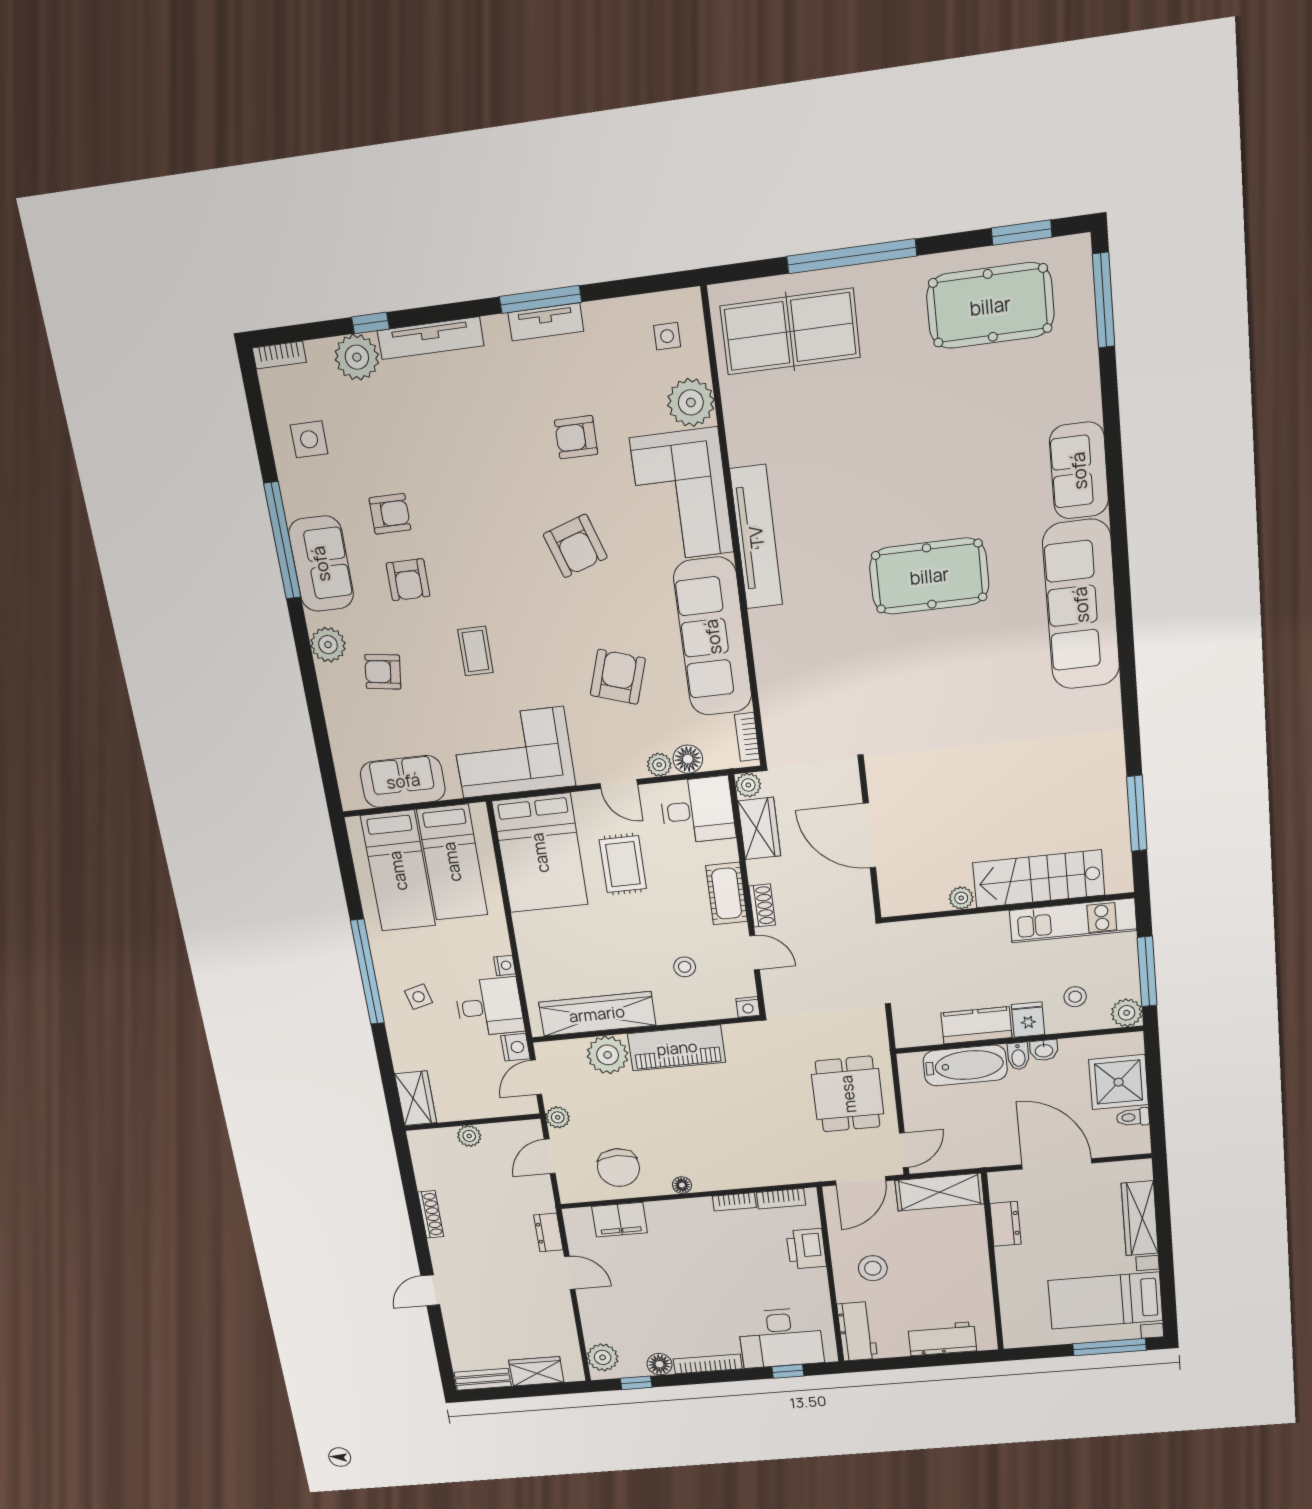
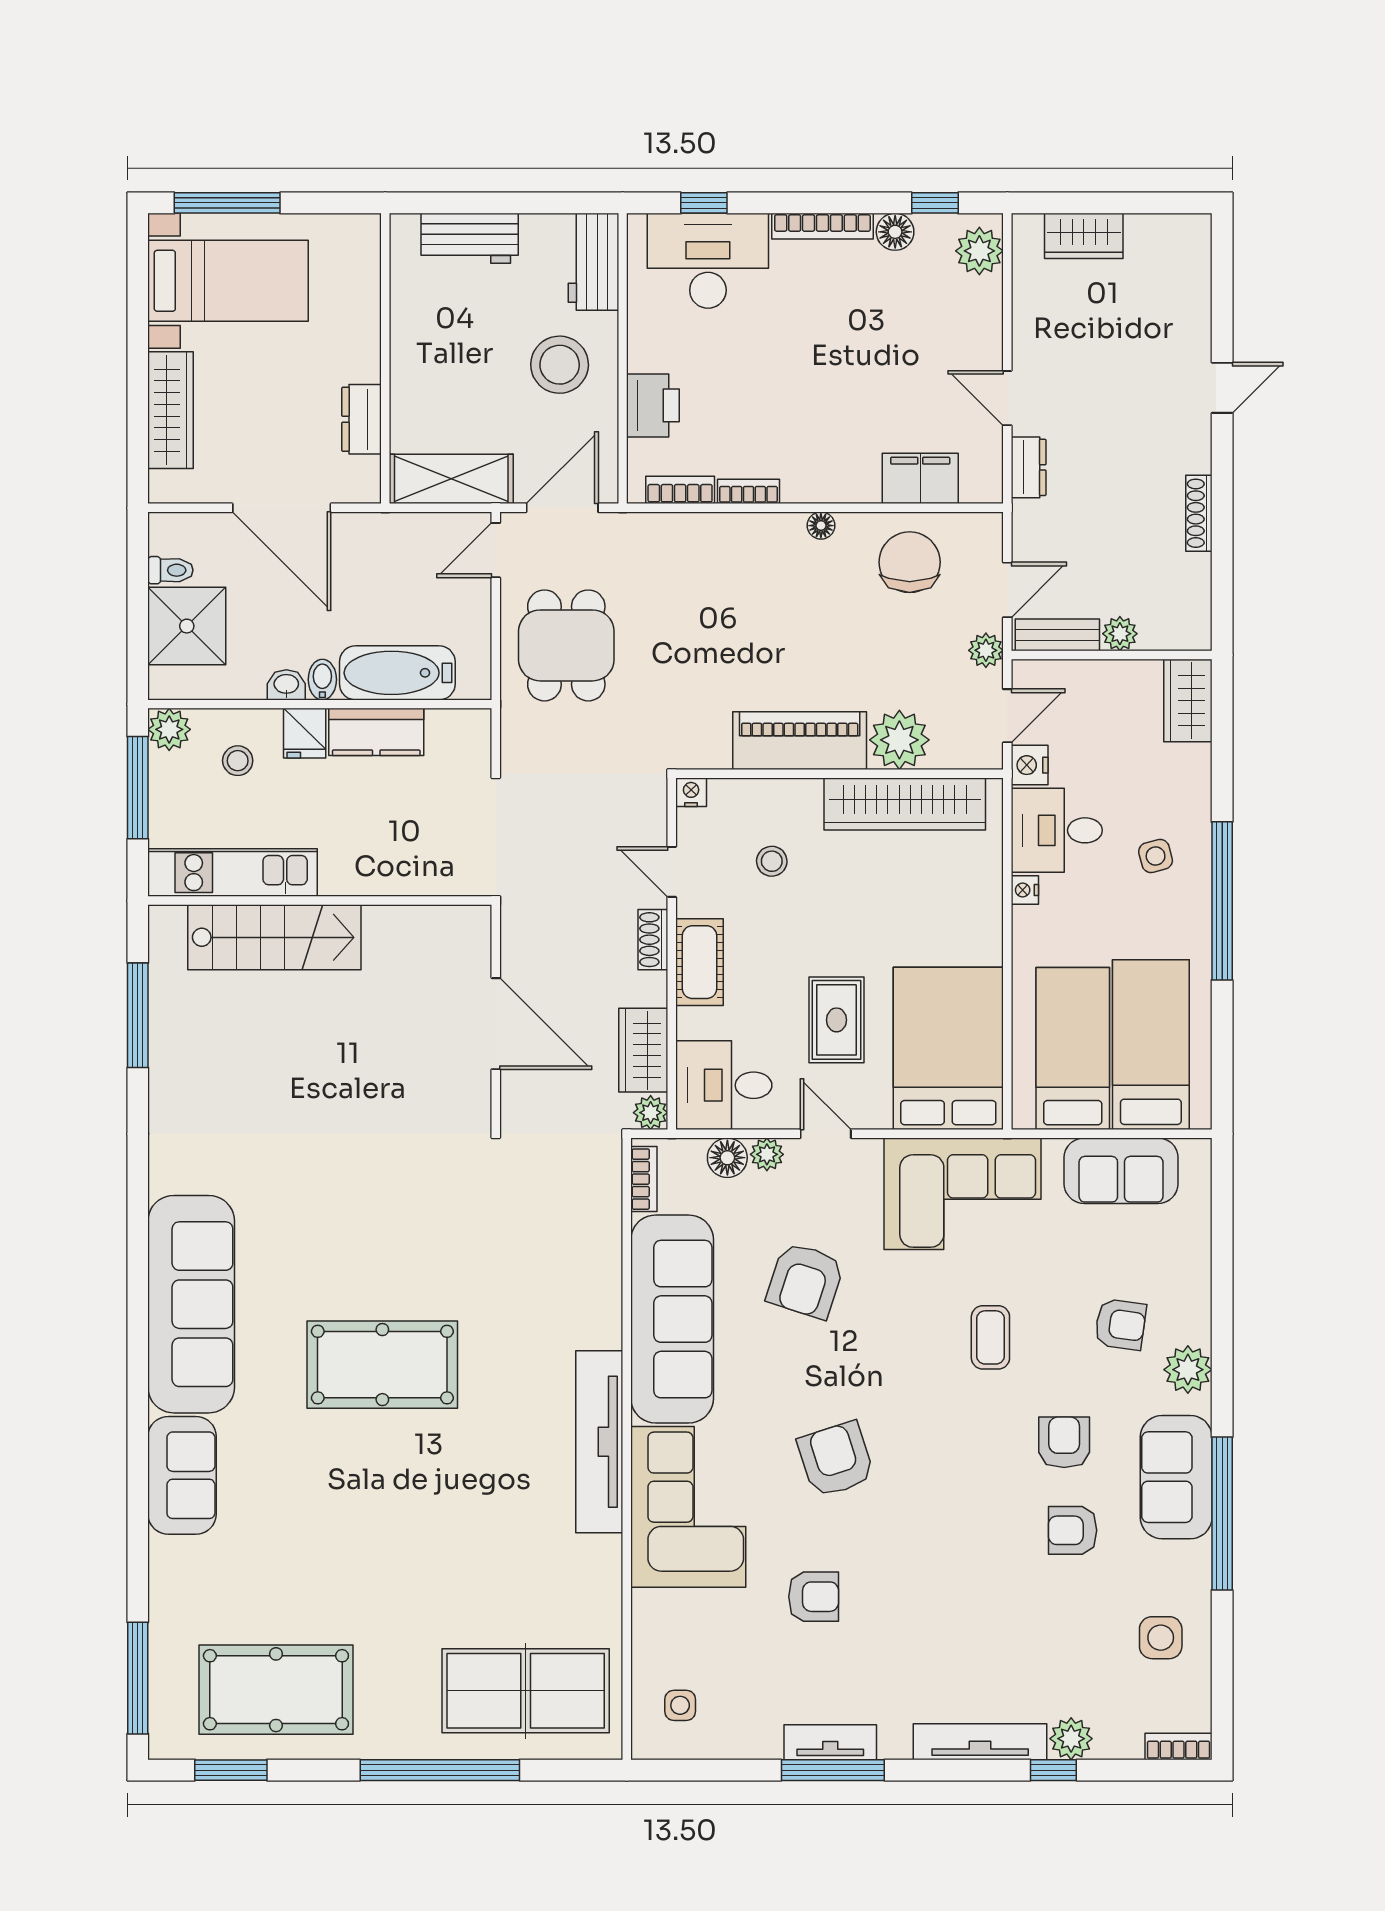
plant: (357, 357) -> (1071, 1739), width x0.73, depth x0.73
plant: (691, 402) -> (661, 1621), removed
plant: (961, 898) -> (381, 921), removed
stool: (873, 1268) -> (560, 365), width x1.38, depth x1.38
bench: (483, 1379) -> (1057, 635), moved

